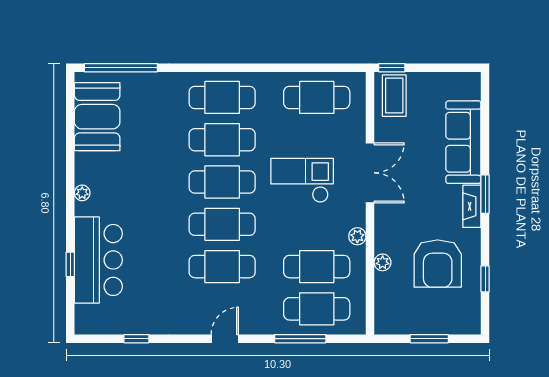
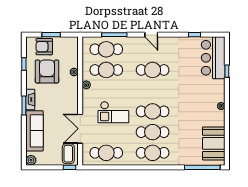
plant: (470, 82) -> (31, 160), added
double door: (370, 173) -> (80, 129), moved
cafe table: (222, 224) -> (153, 91), removed
bar counter: (98, 260) -> (213, 58), moved
armchair: (443, 314) -> (44, 47), added
door: (225, 339) -> (151, 35), hinge flipped

